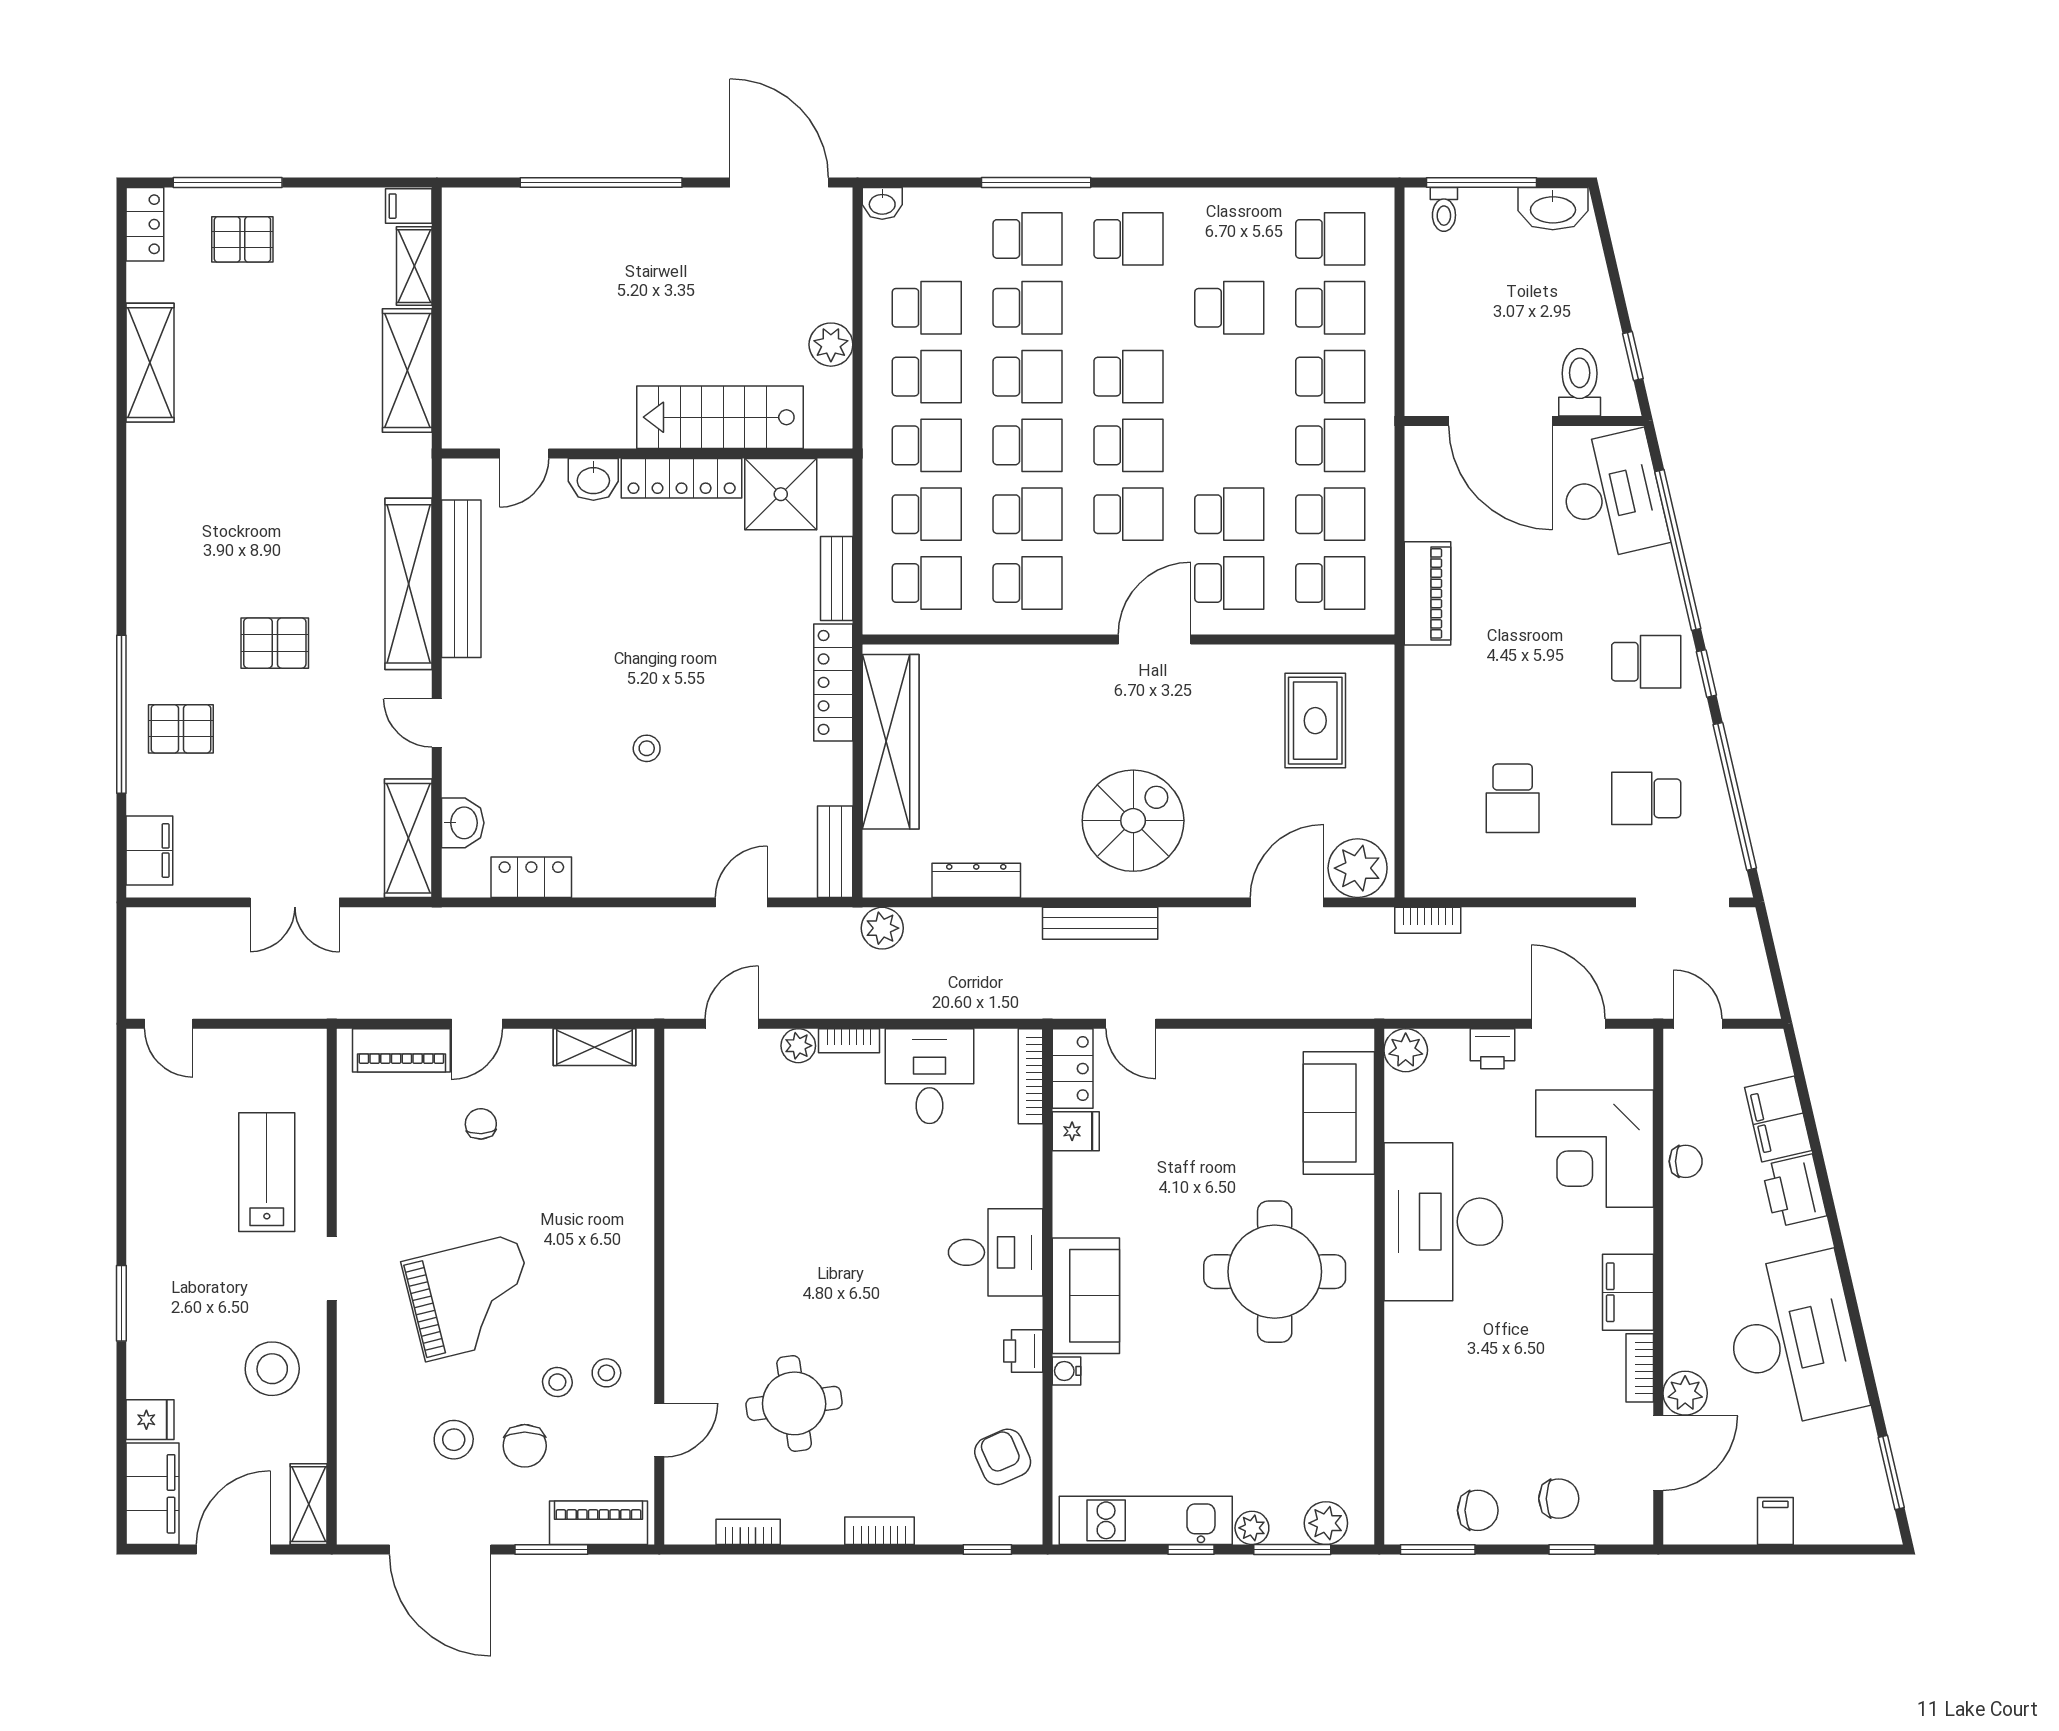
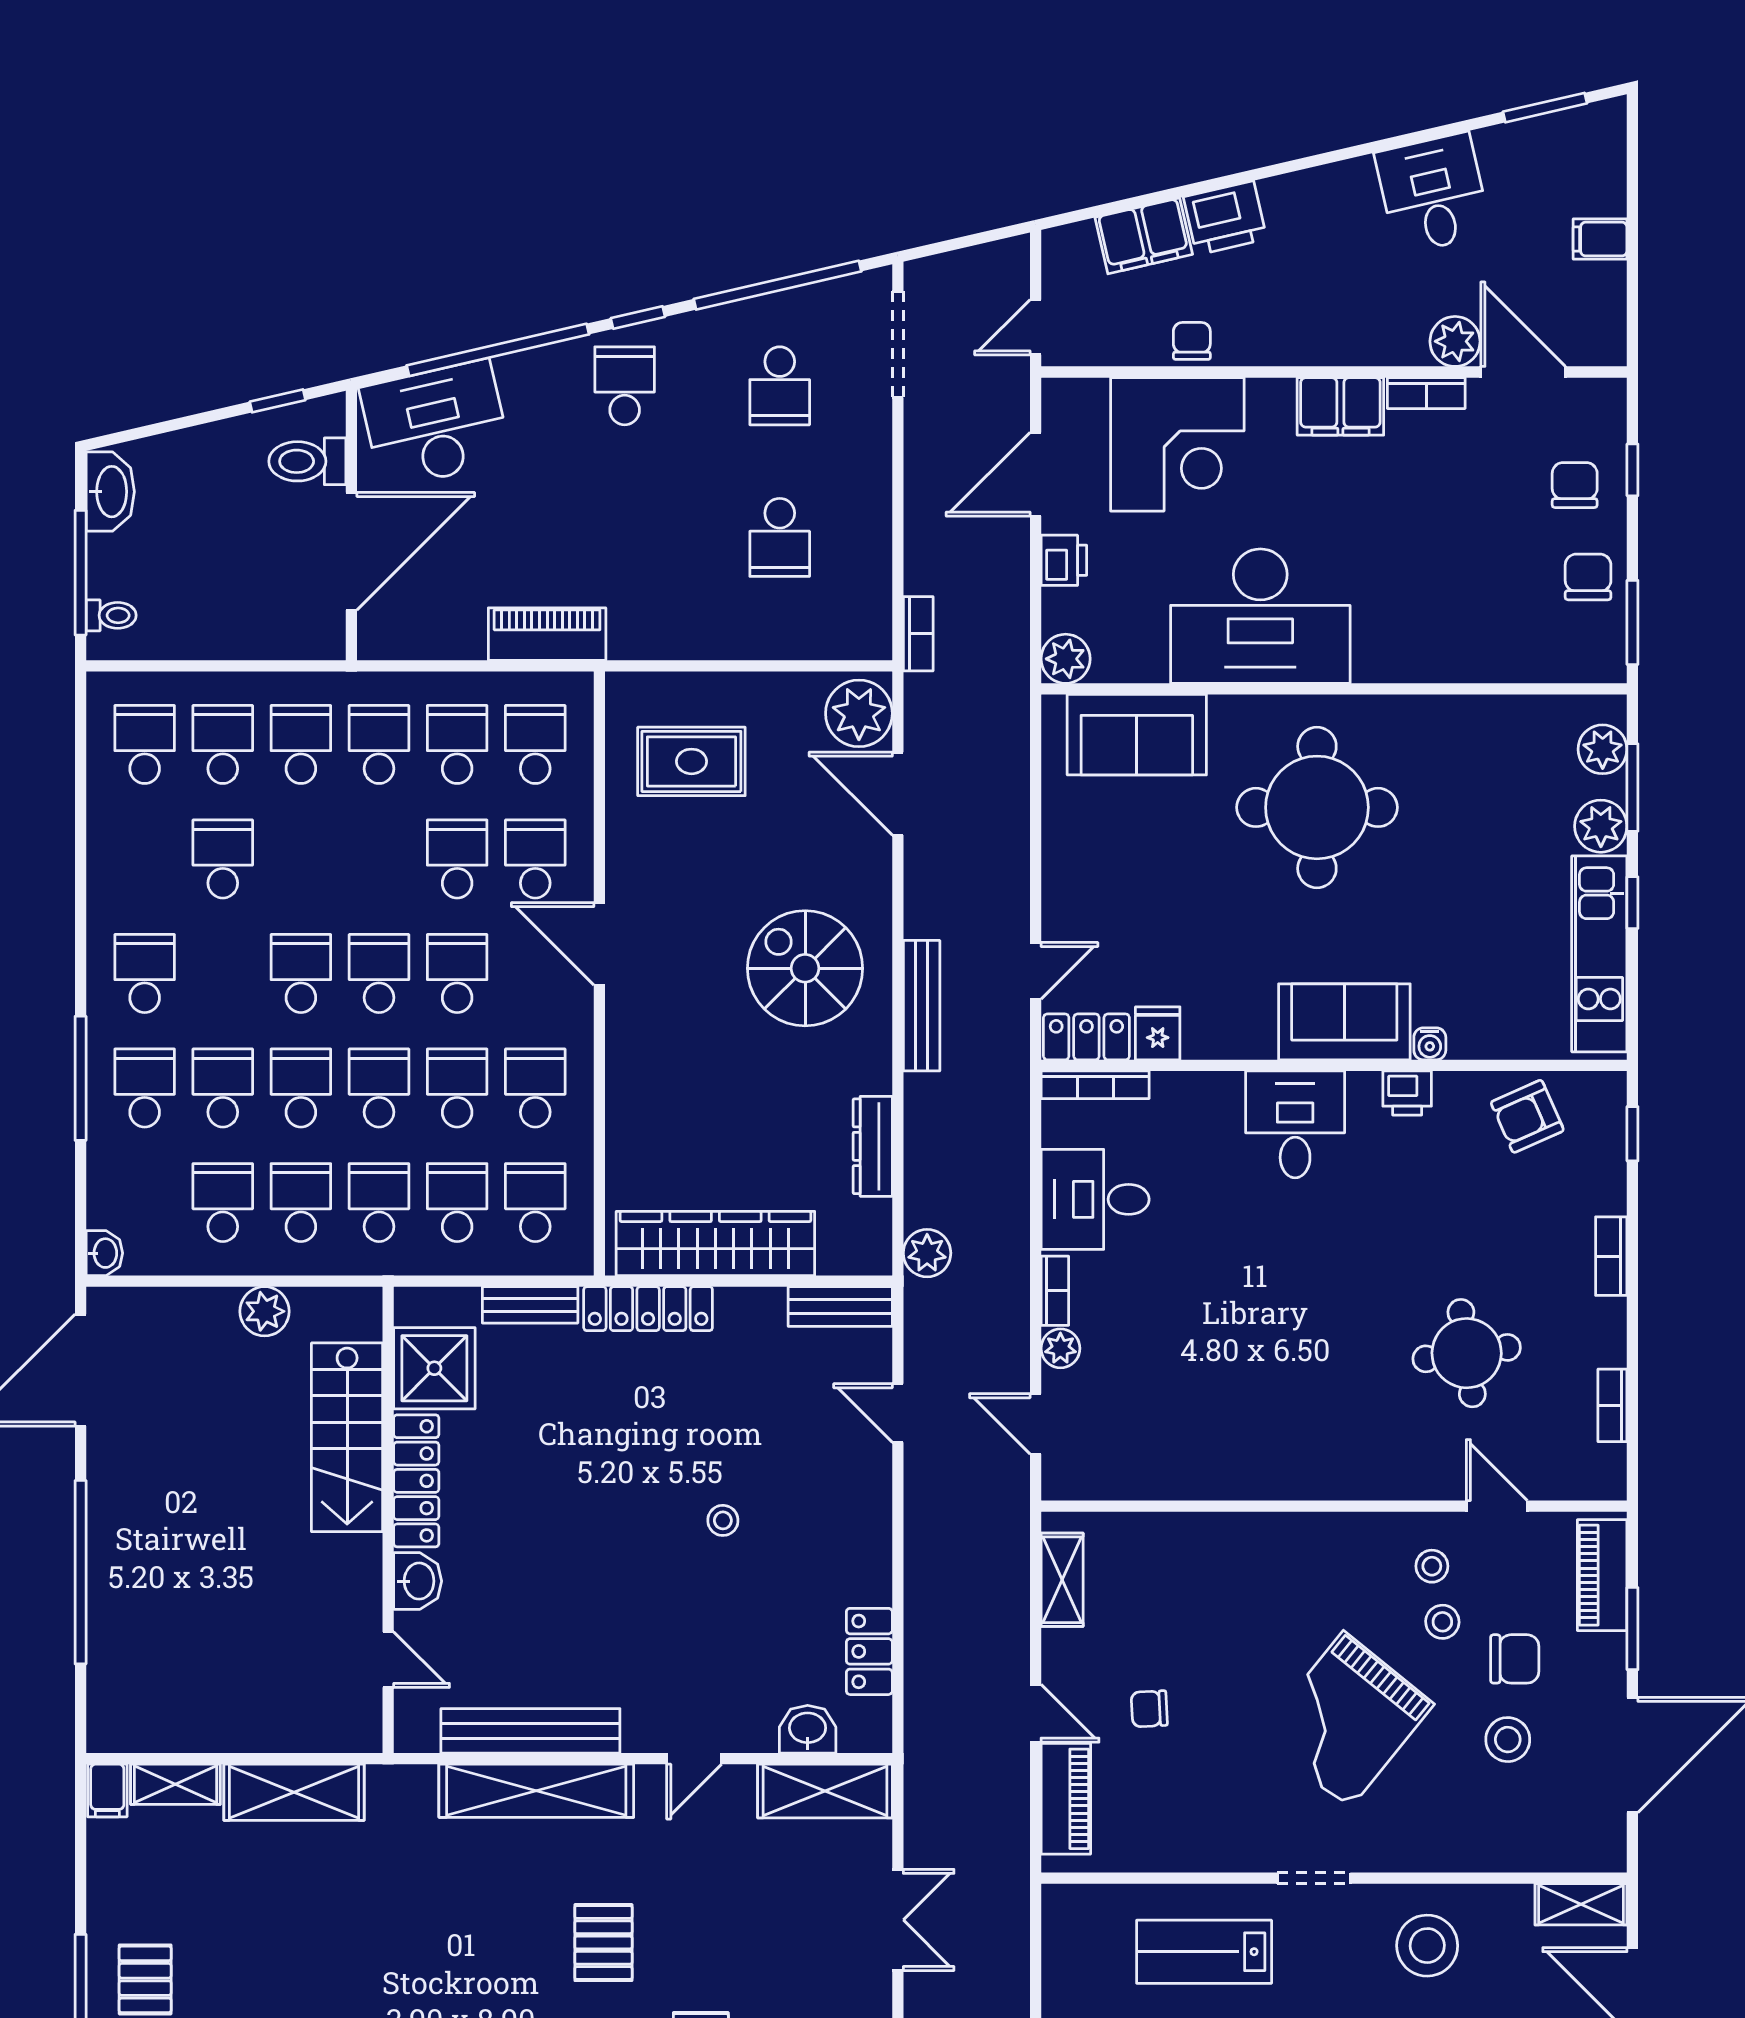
school desk: (1513, 798) -> (780, 537), turned 90
grand piano: (471, 1297) -> (1346, 1720), turned -127
desk: (1793, 1340) -> (1433, 193), width x0.53, depth x0.77
plant: (1252, 1528) -> (1601, 826), width x1.38, depth x1.38

